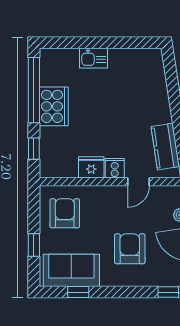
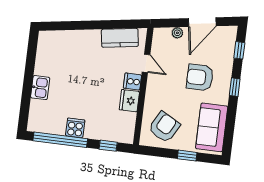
cooker: (54, 106) -> (75, 128), width x0.53, depth x0.76
armchair: (65, 213) -> (164, 127), turned 119
window: (78, 292) -> (235, 87), moved

